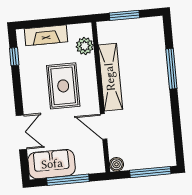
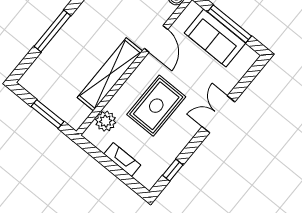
fireplace: (46, 35) -> (122, 160), width x0.73, depth x0.76
double door: (21, 132) -> (218, 114), moved
sofa: (52, 164) -> (215, 38), moved

